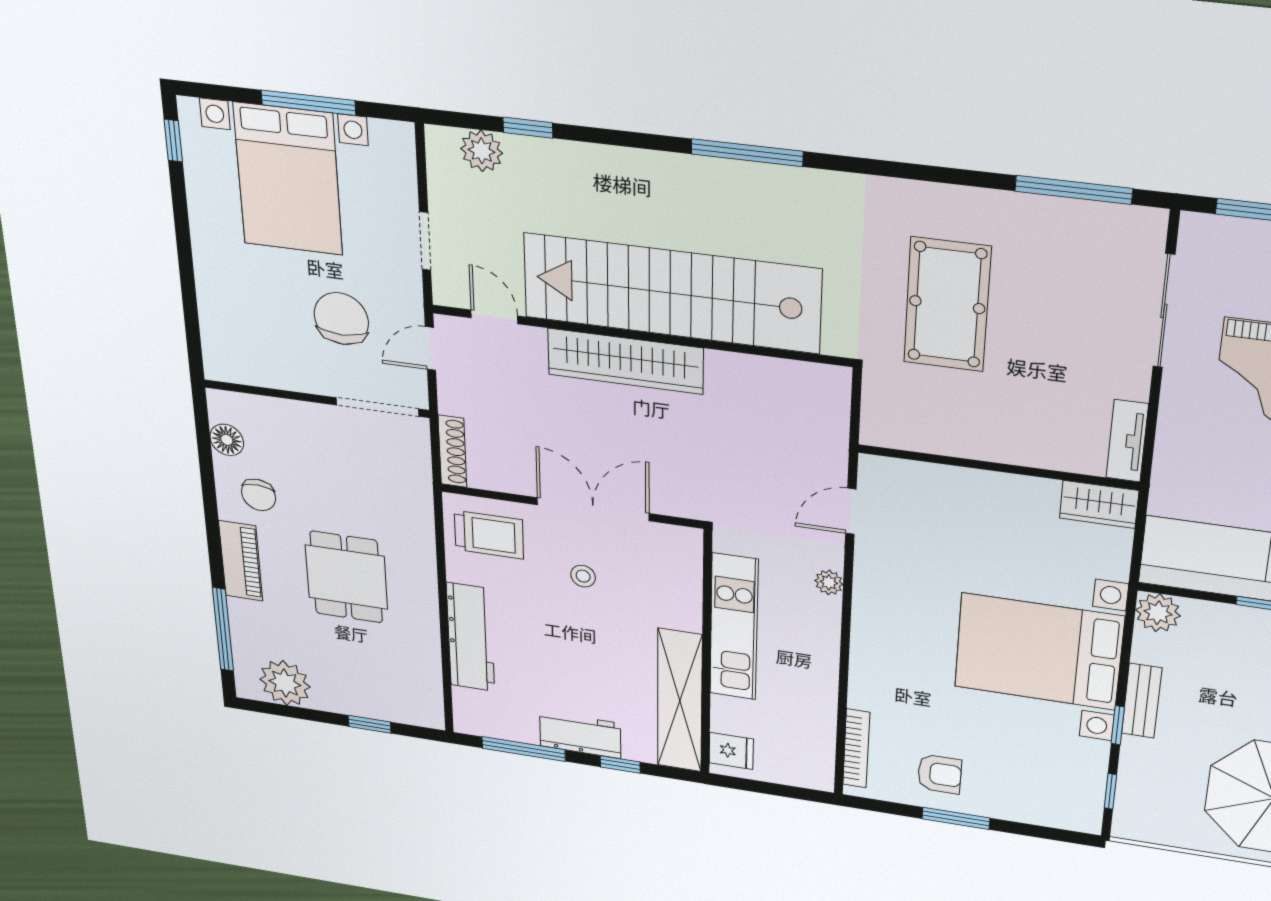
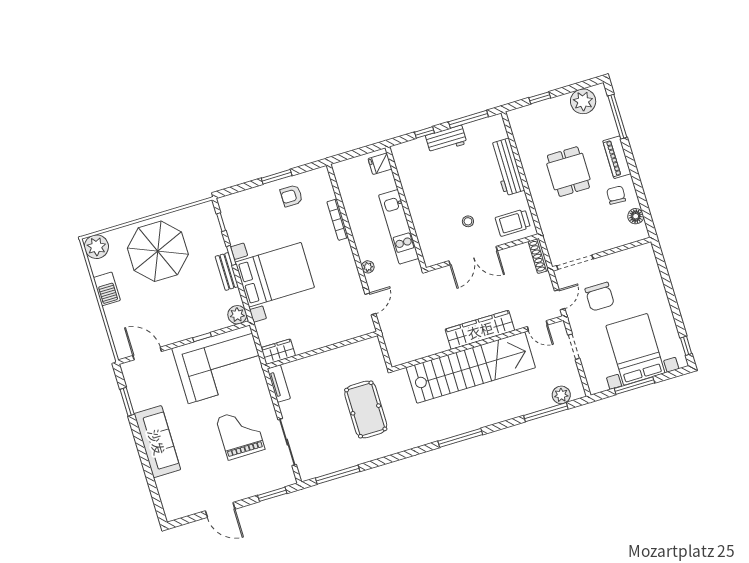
window: (528, 128) -> (546, 412), width x2.17
shelving: (680, 701) -> (409, 179), removed
bookcase: (856, 748) -> (338, 220), moved

